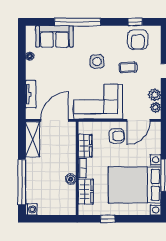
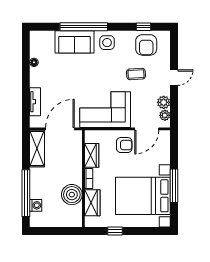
sofa: (54, 36) -> (75, 42), moved
side table: (97, 61) -> (107, 43), moved
boiler: (71, 179) -> (72, 195), width x1.86, depth x1.86
washing machine: (31, 209) -> (36, 205), moved

